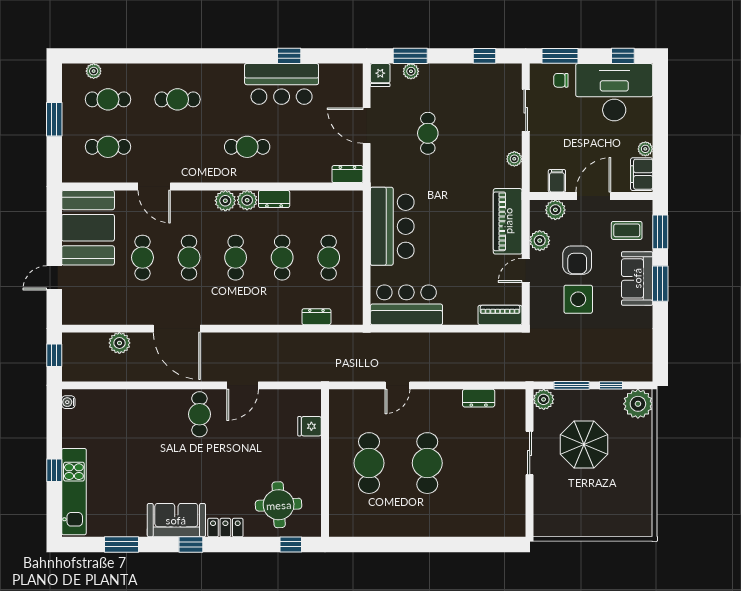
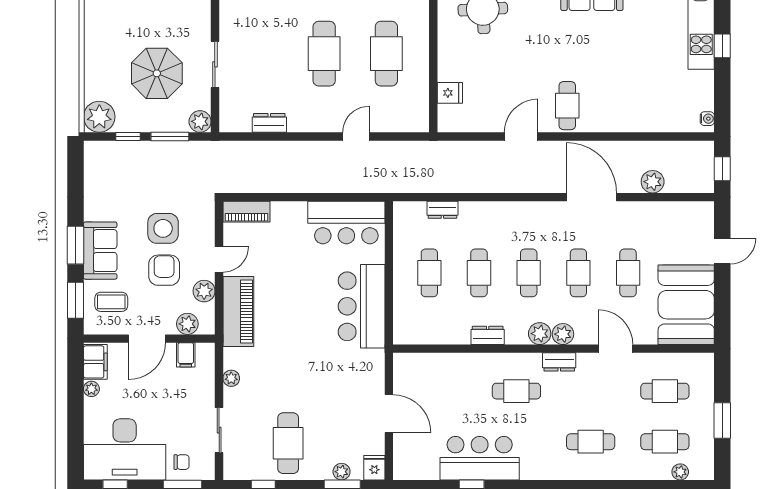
cafe table: (428, 133) -> (288, 443), moved, width x1.37, depth x1.35
dresser: (347, 174) -> (559, 362), moved
plant: (247, 200) -> (563, 334), moved

